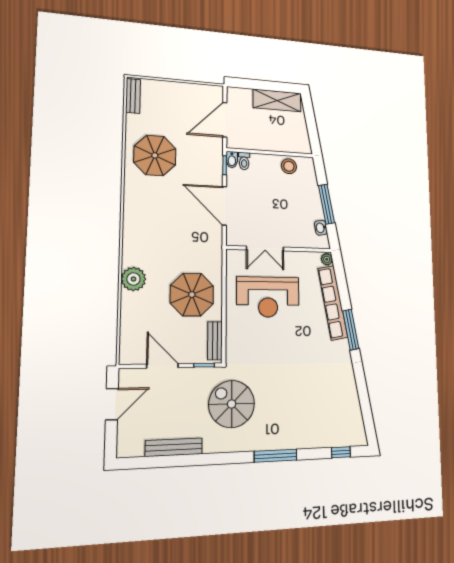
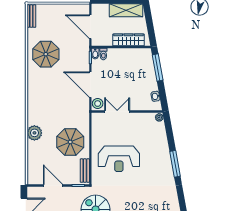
door: (225, 120) -> (90, 27), hinge flipped
wardrobe: (281, 143) -> (129, 40), added
stool: (289, 166) -> (98, 104), moved
window: (327, 204) -> (158, 68), moved
double door: (265, 249) -> (117, 111), swing flipped
reception desk: (268, 297) -> (119, 159), moved
row of seats: (333, 303) -> (163, 146), removed

